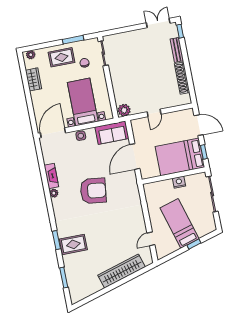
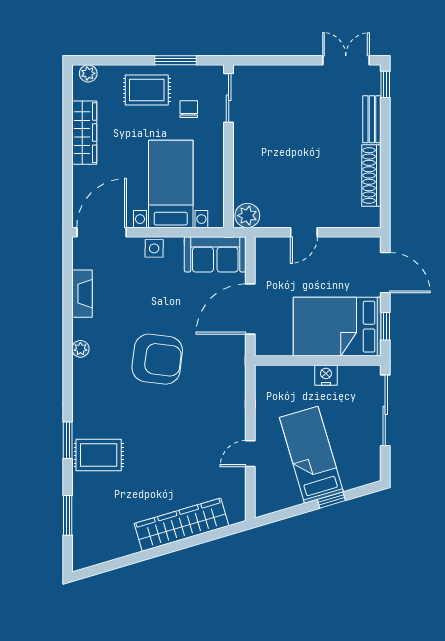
wardrobe: (33, 79) -> (84, 133), width x1.50
fireplace: (51, 176) -> (82, 294), moved
door: (151, 239) -> (250, 454), moved

